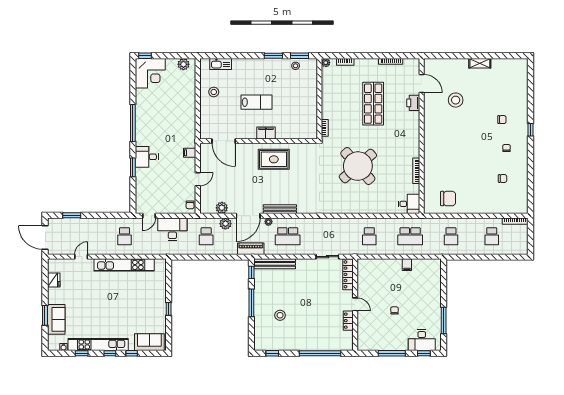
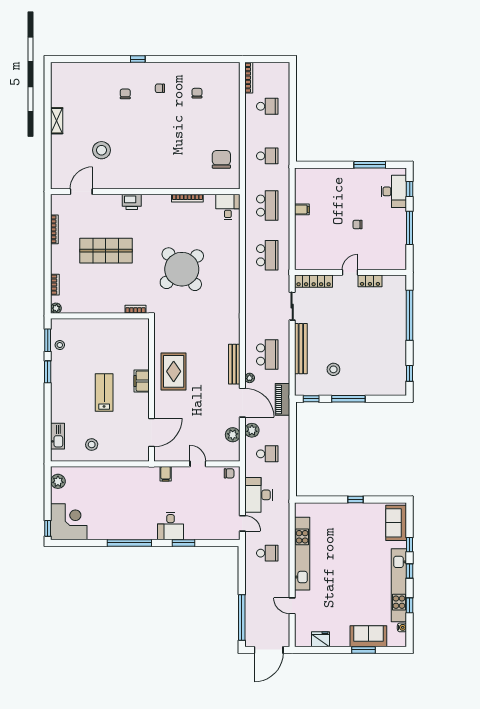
printer: (413, 103) -> (132, 202), moved
window: (72, 215) -> (242, 617), width x2.11
school desk: (369, 236) -> (267, 255), width x1.85
bench: (275, 264) -> (301, 349), moved
stool: (280, 315) -> (333, 369), moved

